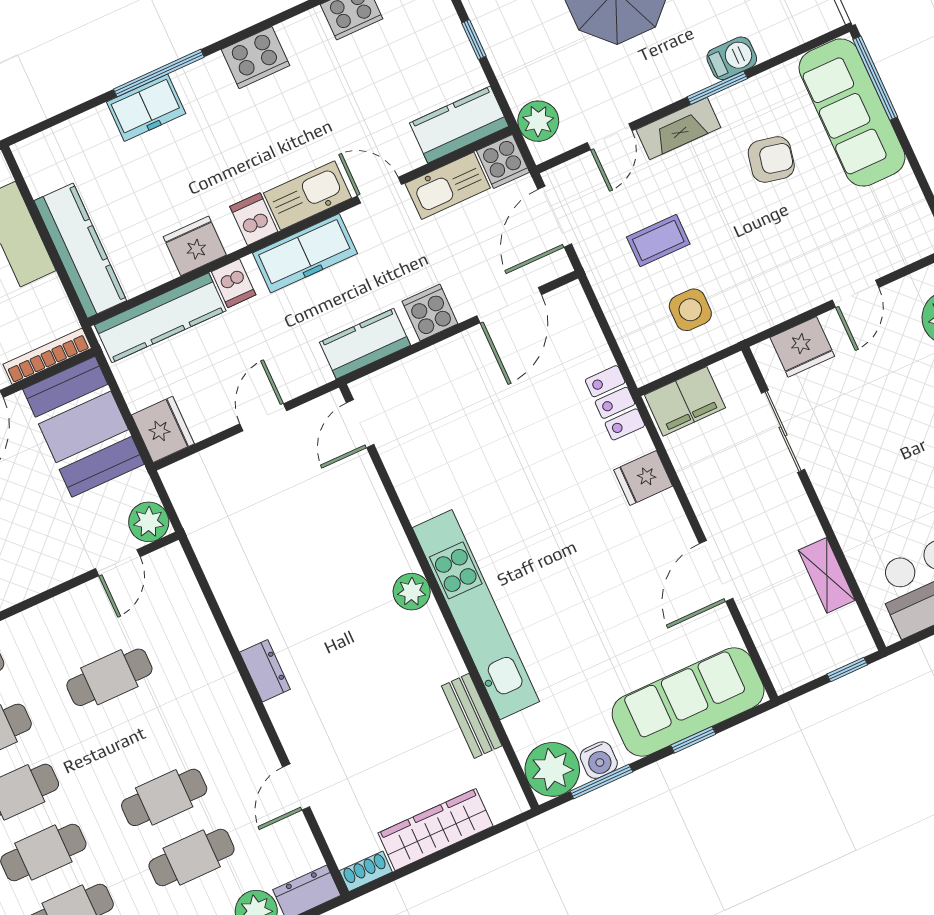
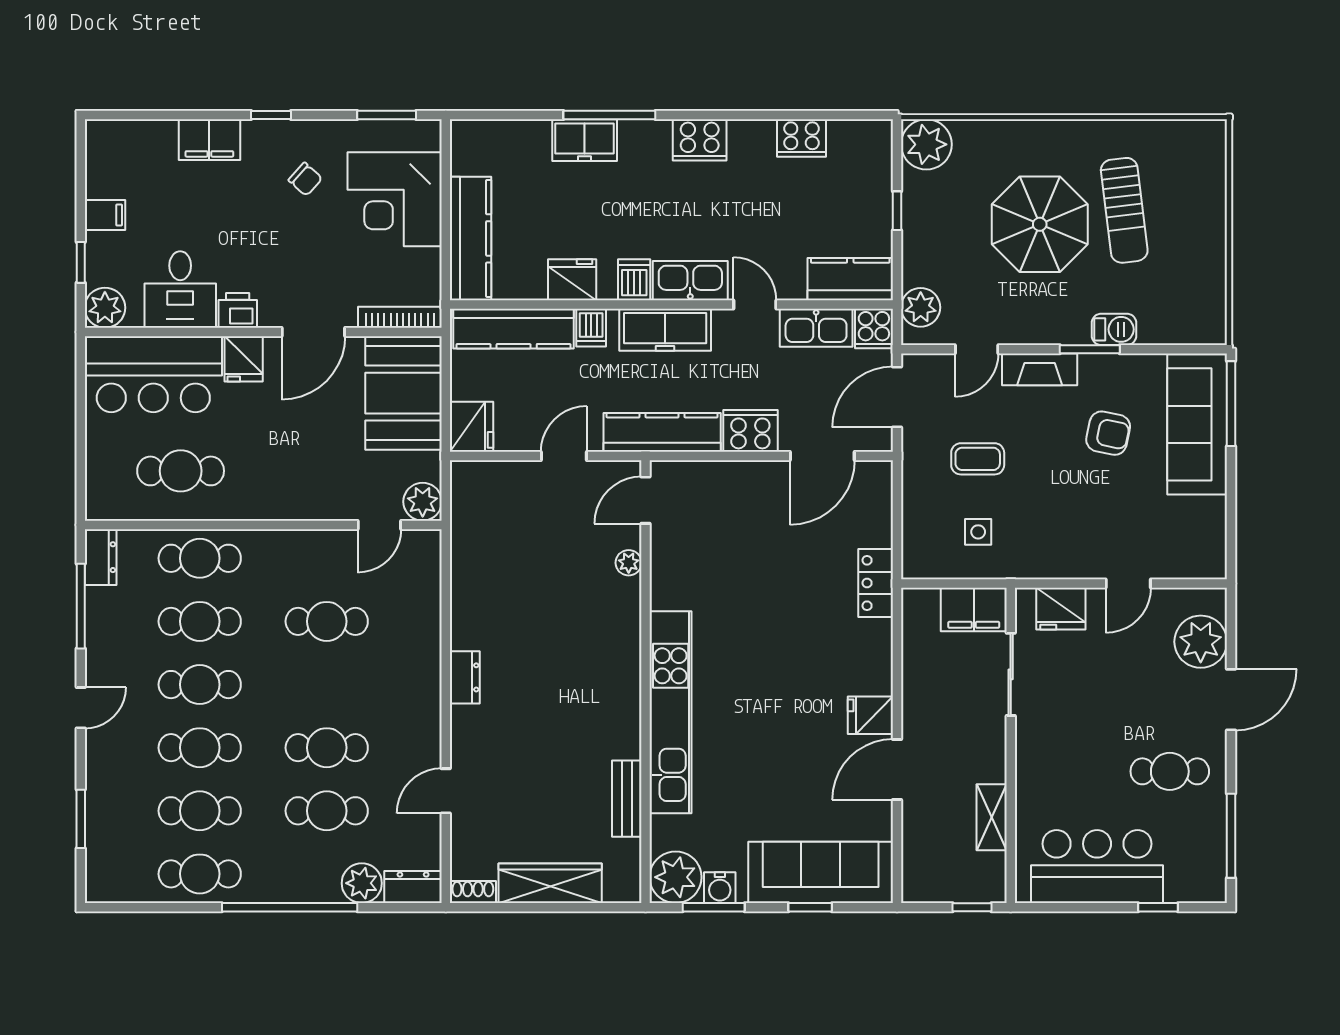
side table: (690, 310) -> (978, 532), width x0.73, depth x0.73
cooker: (430, 312) -> (750, 431), width x1.36
kitchen counter: (365, 344) -> (662, 432), width x1.50
filing cabinet: (685, 401) -> (974, 609), moved
fridge: (643, 478) -> (870, 715), moved
plant: (412, 592) -> (629, 563), moved, width x0.73, depth x0.73

